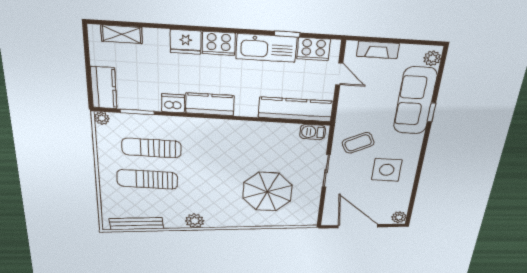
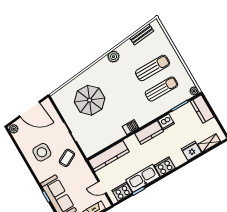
fridge: (186, 42) -> (191, 151), moved
barbecue: (313, 132) -> (131, 127), moved
bench: (136, 224) -> (142, 34), width x0.73

